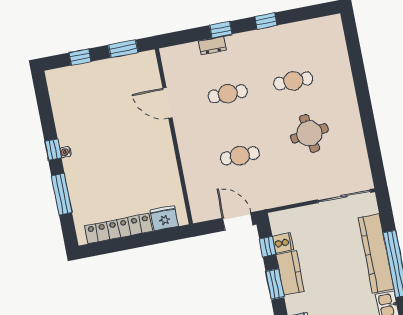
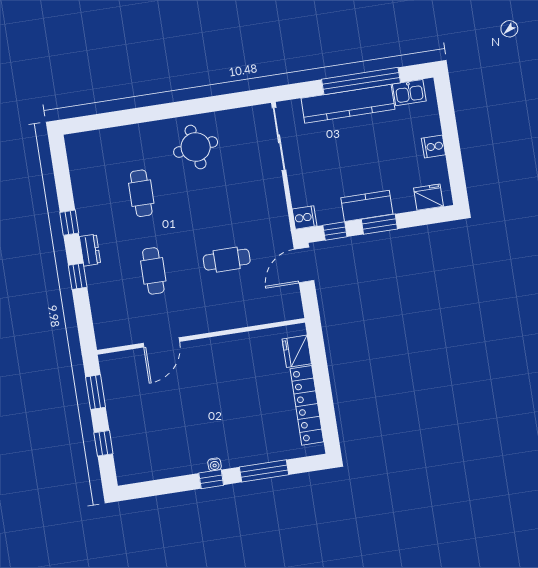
dresser: (212, 45) -> (90, 250), moved
round table: (309, 133) -> (196, 147), moved
cafe table: (240, 156) -> (227, 260), turned 90
cooker: (283, 243) -> (305, 217), moved, turned 90

